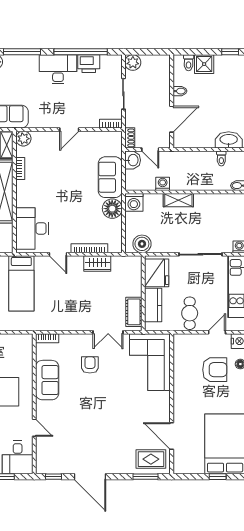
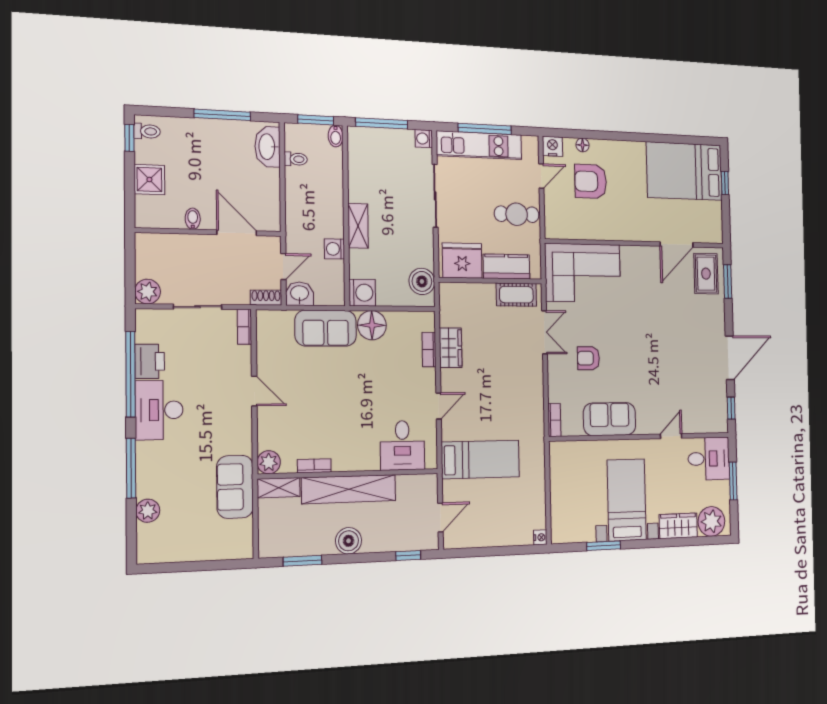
toilet: (189, 63) -> (147, 131), moved
desk: (32, 228) -> (402, 445), width x0.73
bookcase: (89, 248) -> (429, 350), width x0.64
door: (217, 332) -> (541, 176), swing flipped
armchair: (215, 370) -> (591, 181), turned -90

